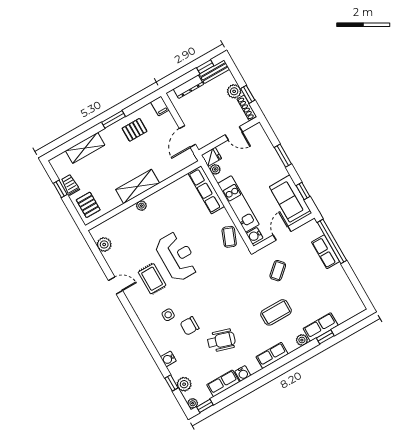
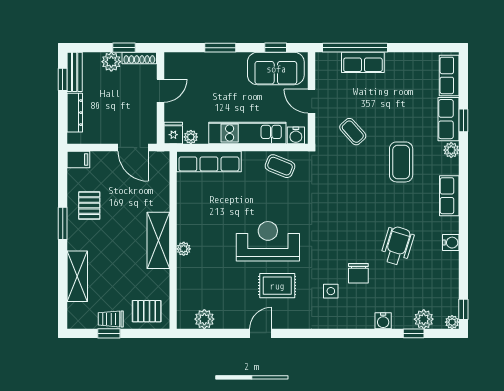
row of seats: (223, 383) -> (449, 75), moved

